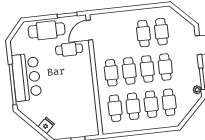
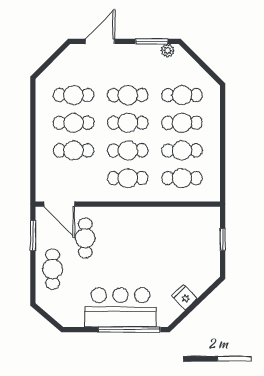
cafe table: (47, 30) -> (53, 269), width x0.73, depth x0.74
cafe table: (125, 36) -> (74, 150), added
fridge: (46, 125) -> (184, 297), moved

